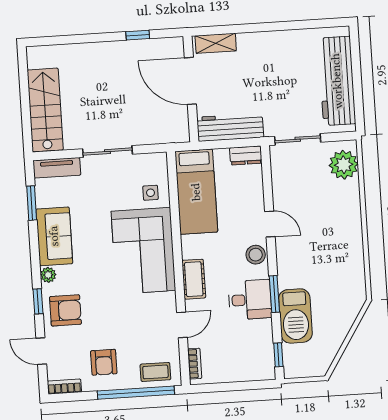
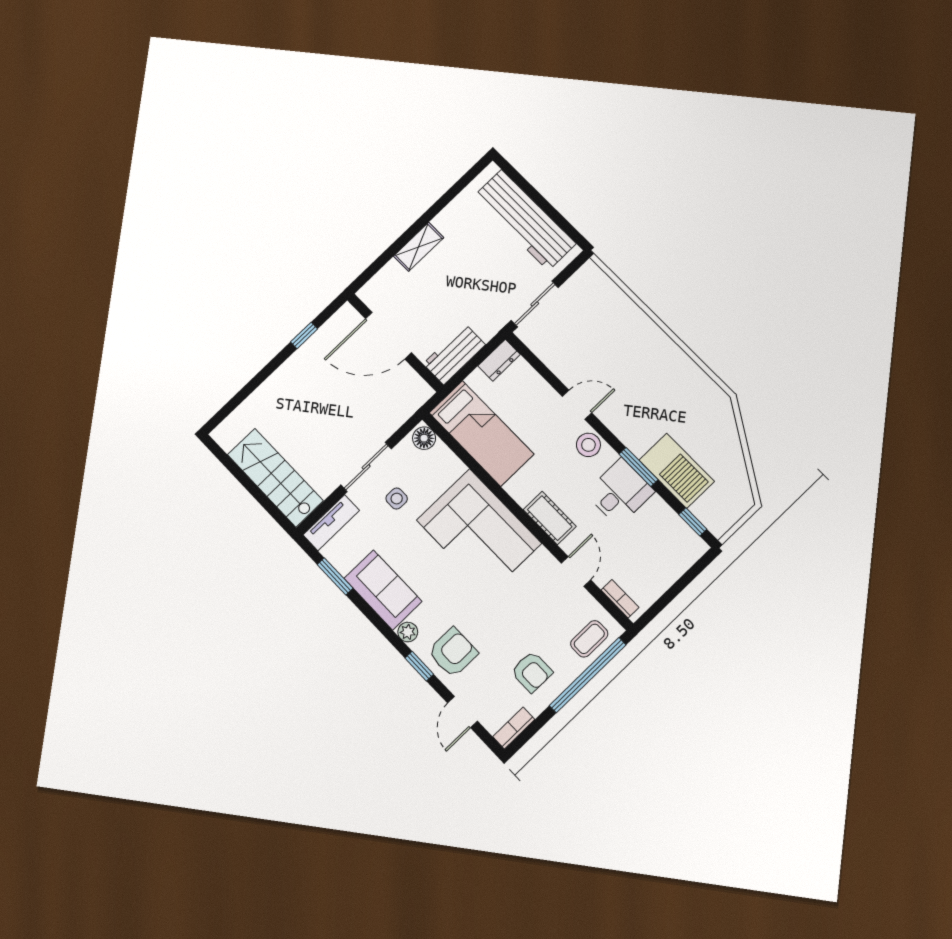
shelving: (216, 43) -> (419, 247), moved
workbench: (230, 127) -> (454, 354), width x0.73
floor lamp: (158, 164) -> (424, 438), added
plant: (344, 165) -> (598, 291), removed
side table: (151, 193) -> (397, 499), moved
door: (41, 351) -> (462, 712), hinge flipped

